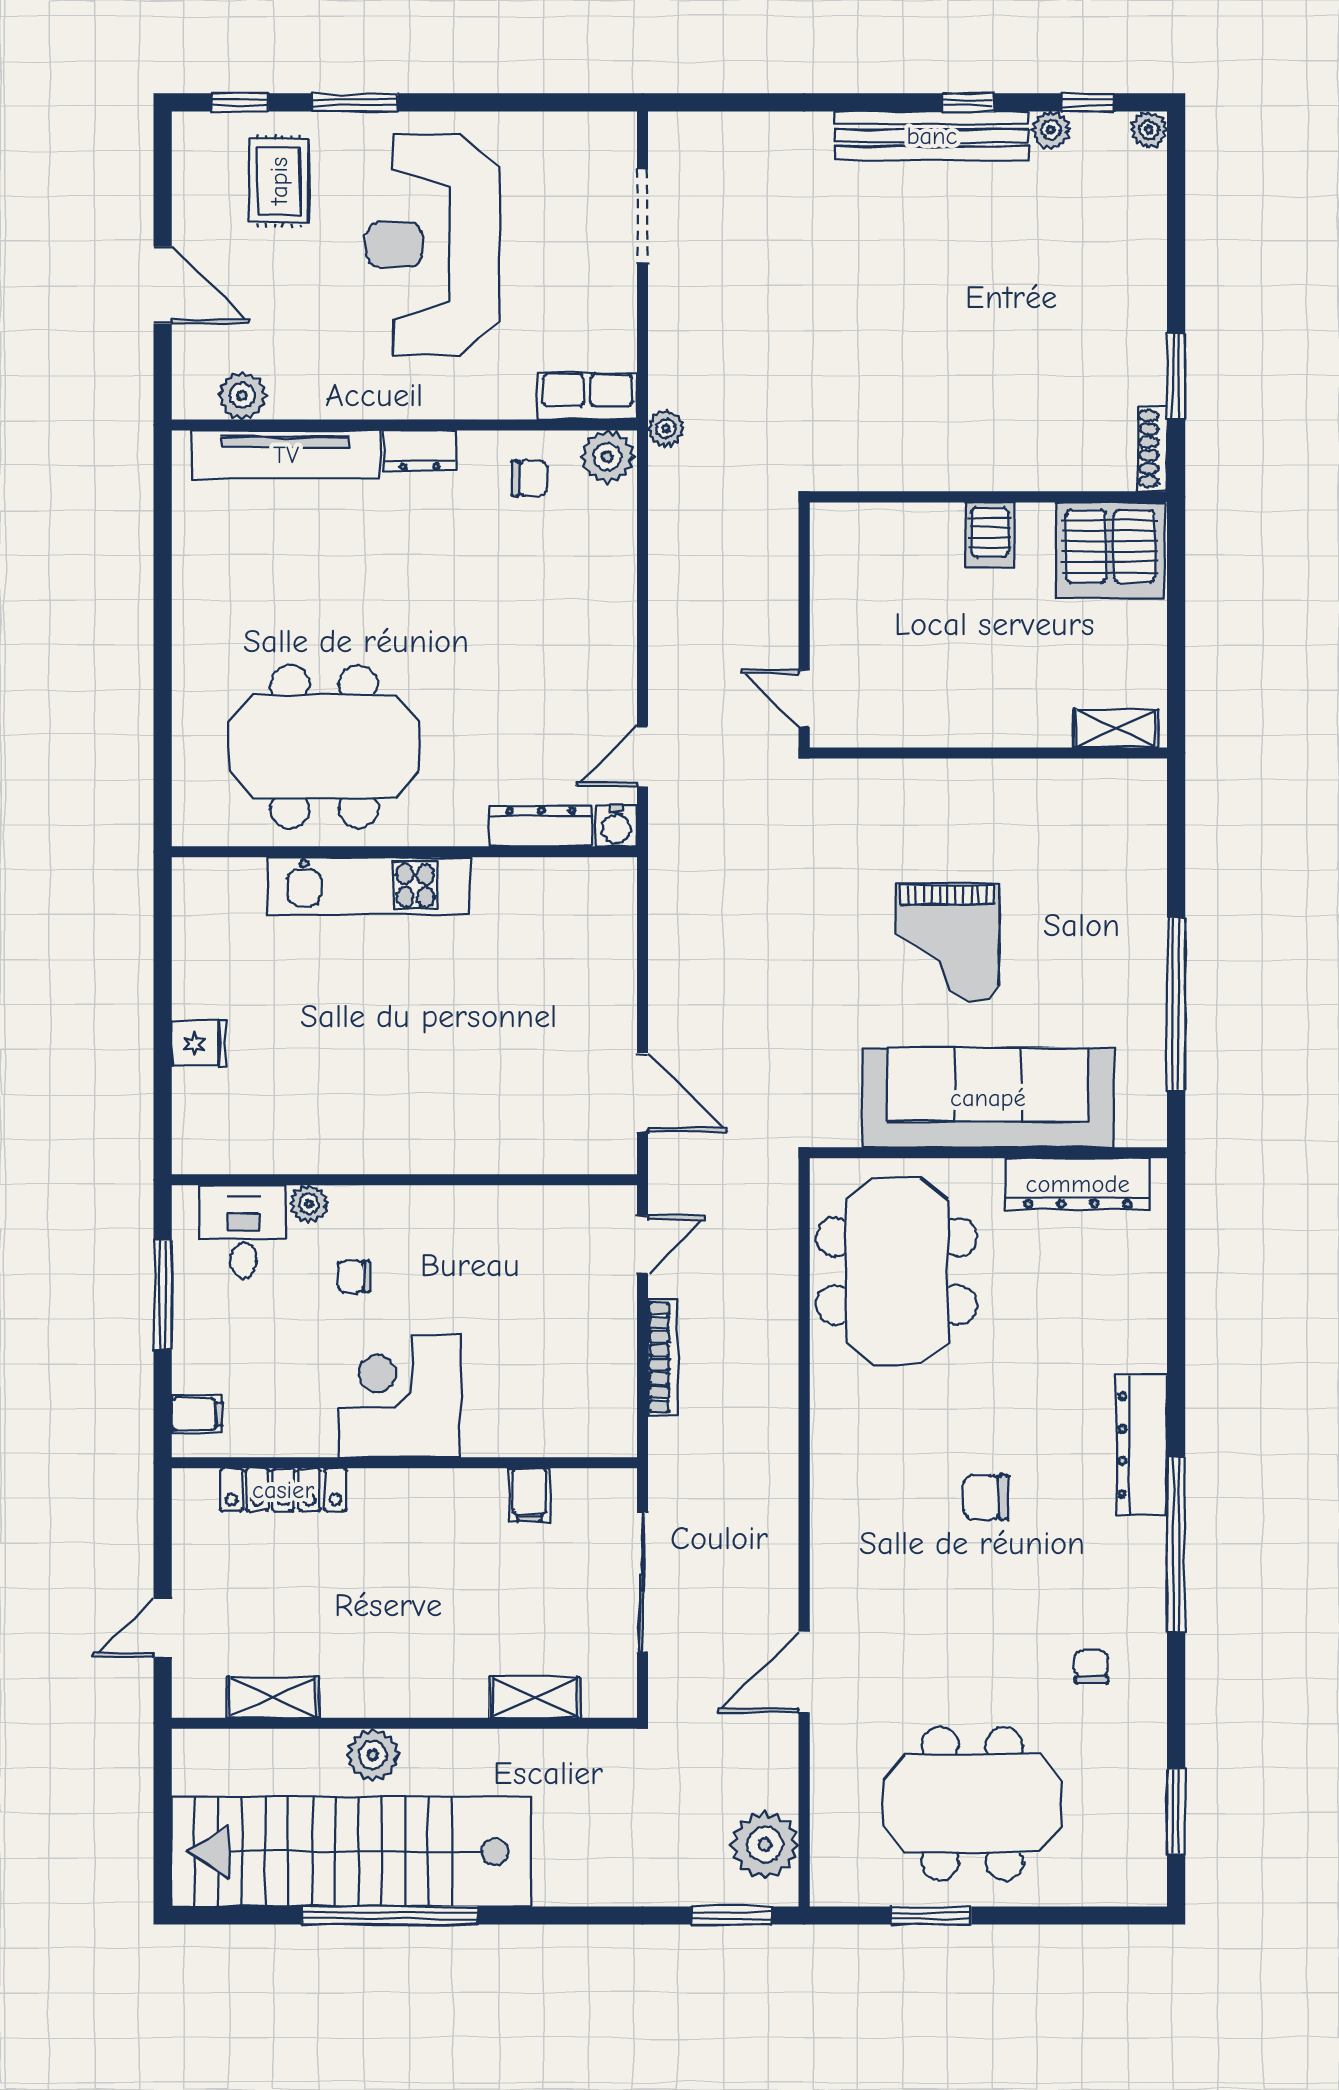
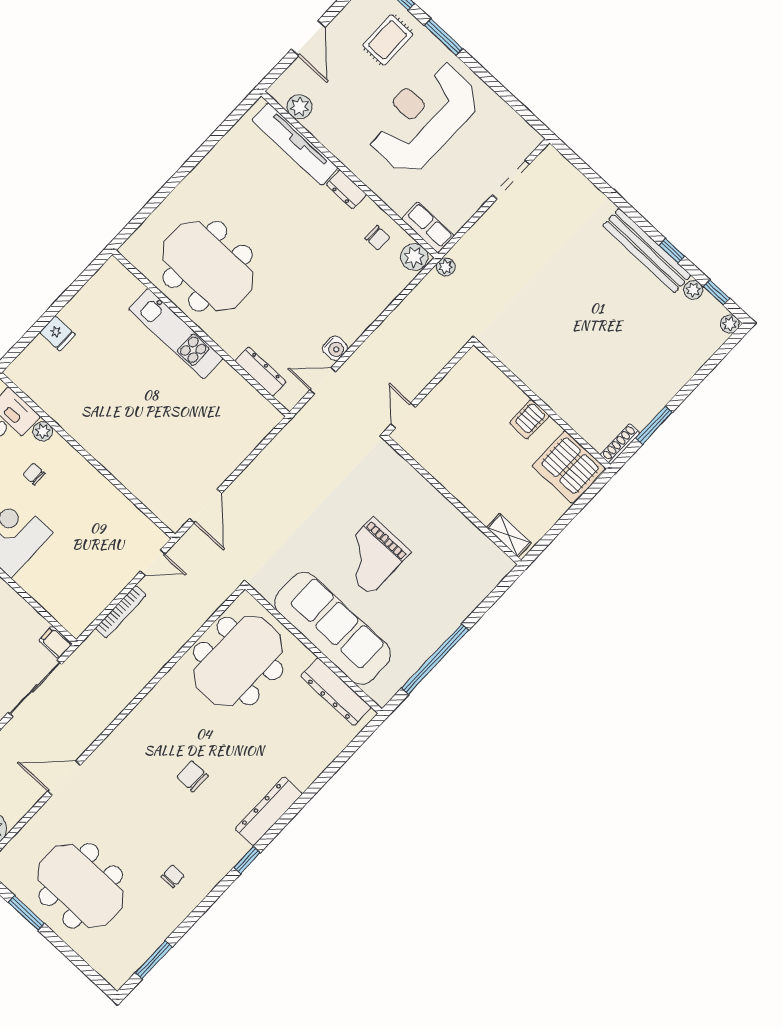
water cooler: (616, 826) -> (335, 348), moved, turned -90
filing cabinet: (529, 1495) -> (55, 642), moved, turned 90
window: (1176, 1544) -> (247, 860), width x0.32

